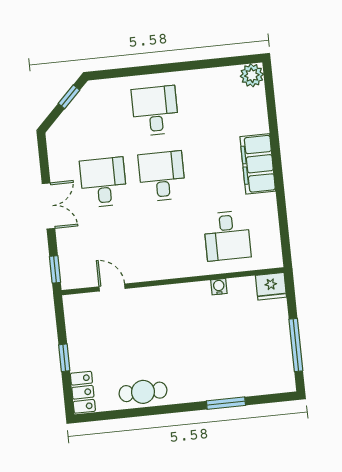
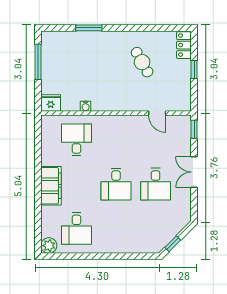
desk: (155, 111) -> (76, 228), moved
cafe table: (143, 392) -> (142, 62), moved, turned 61

